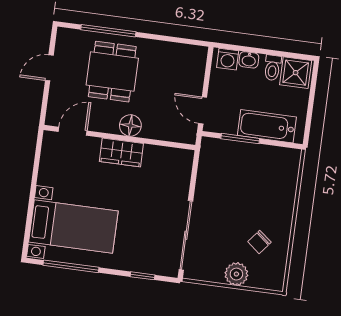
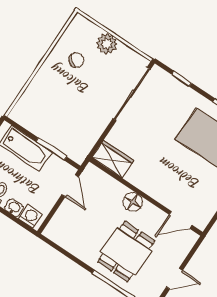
wardrobe: (121, 152) -> (113, 159), moved

